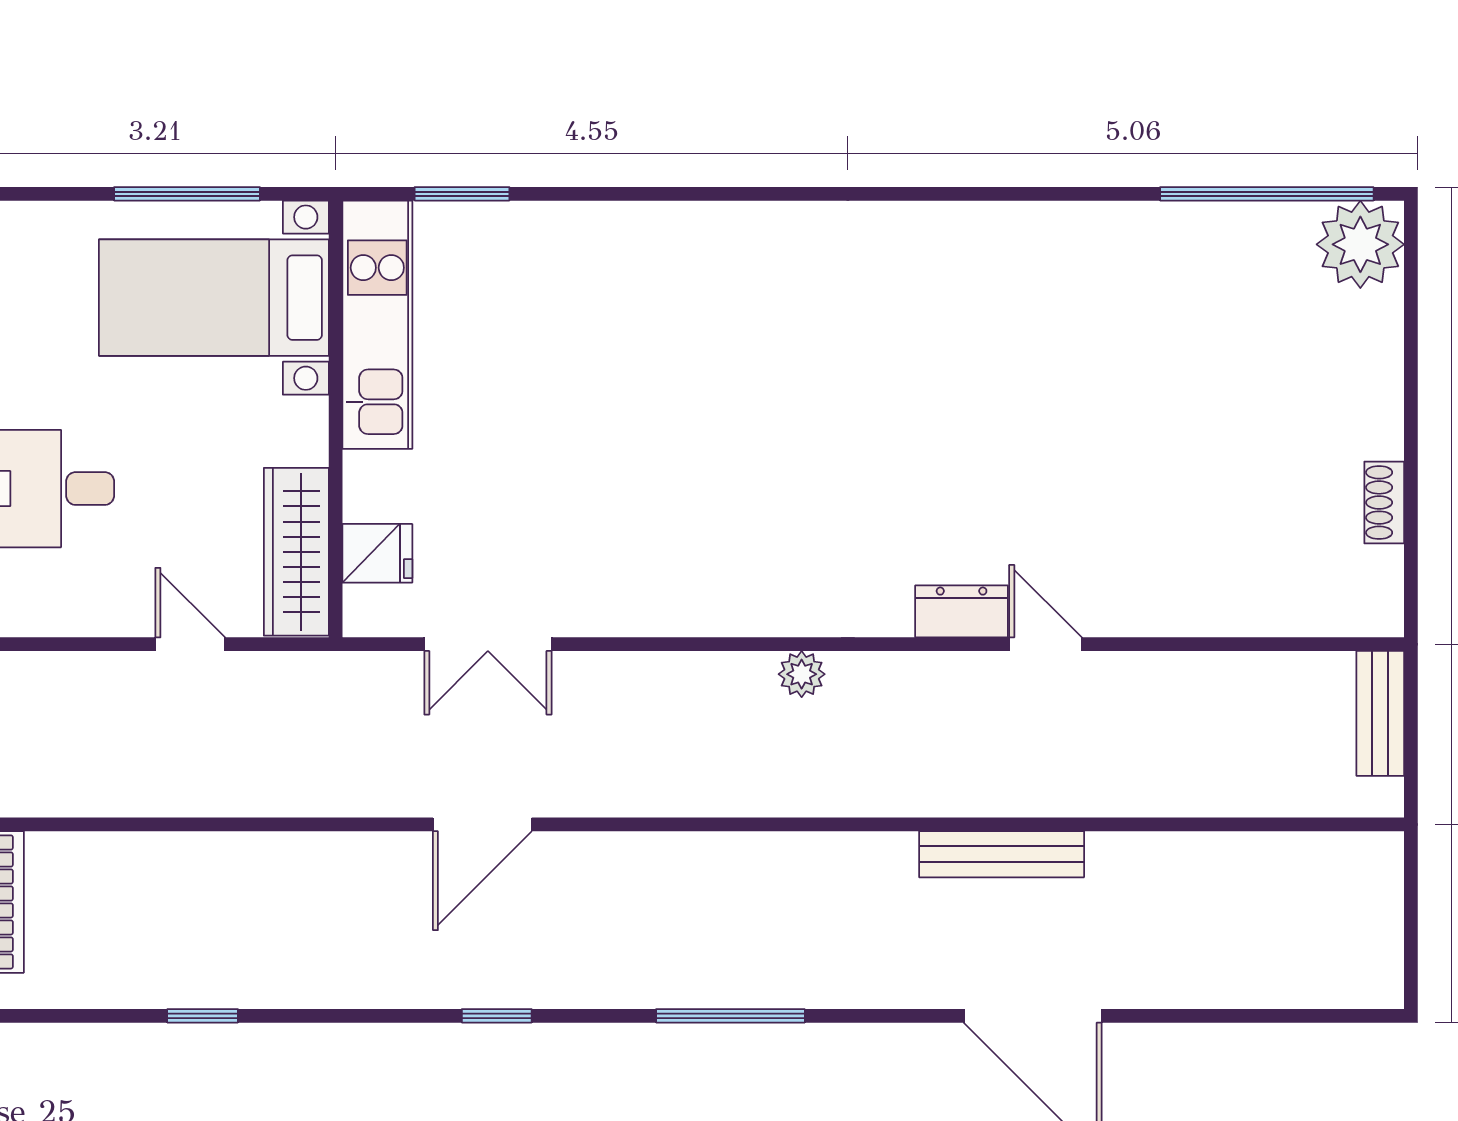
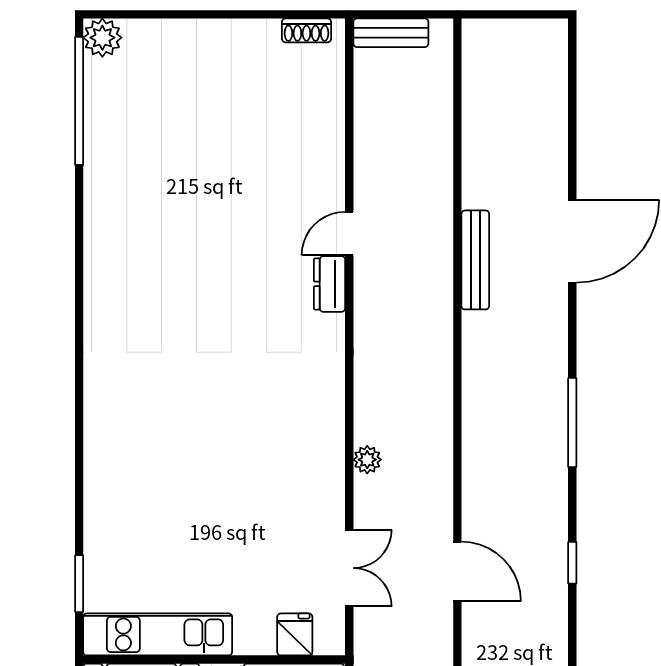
plant: (1360, 244) -> (102, 38), width x0.73, depth x0.73
shoe rack: (1384, 503) -> (306, 30), moved
plant: (802, 674) -> (367, 460), moved

